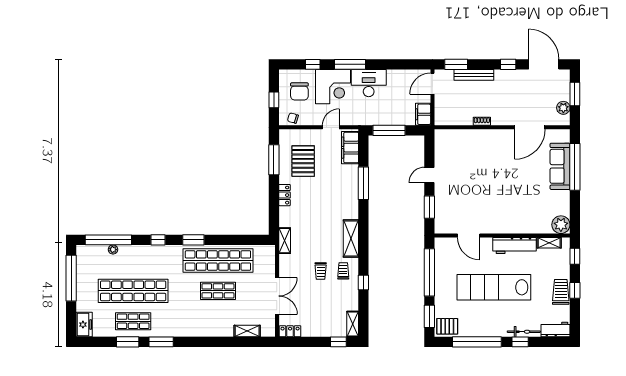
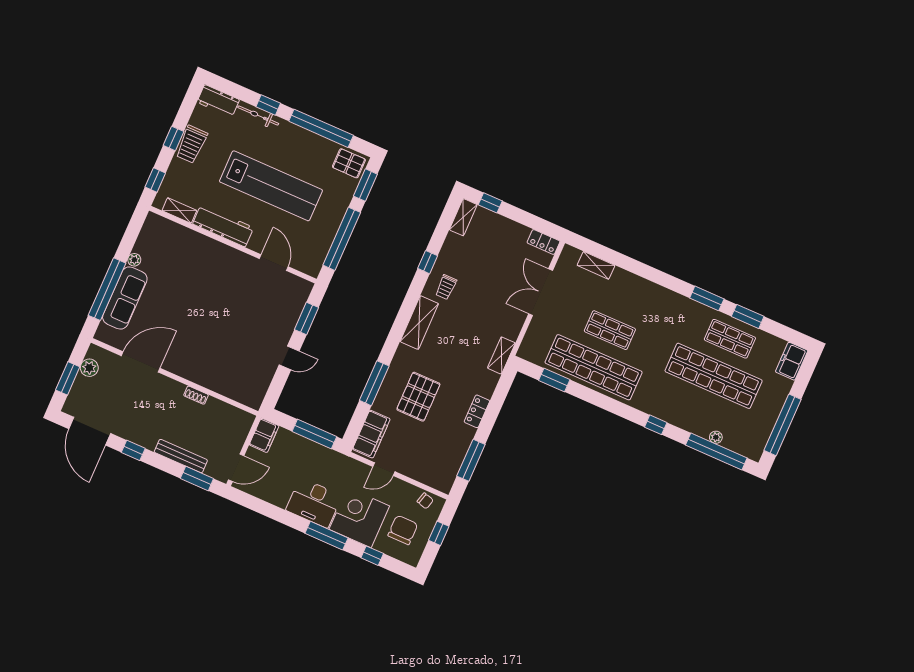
pallet: (303, 161) -> (418, 397), moved
plant: (561, 225) -> (134, 260), moved, width x0.53, depth x0.53
window: (193, 240) -> (554, 380), moved
trolley: (321, 271) -> (474, 299), removed

